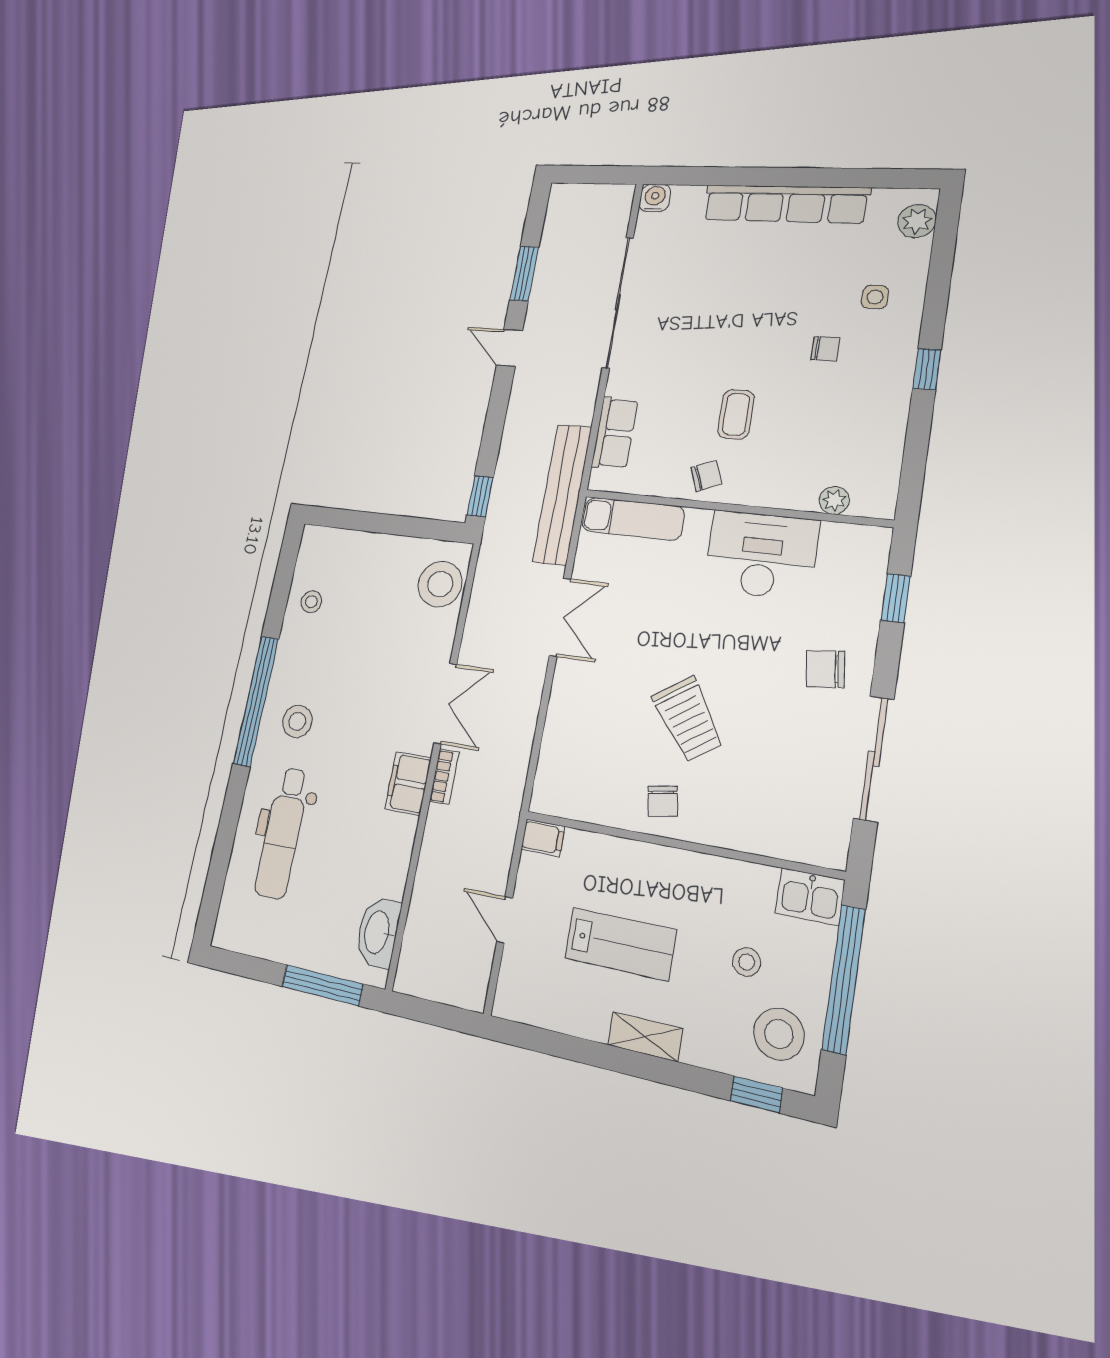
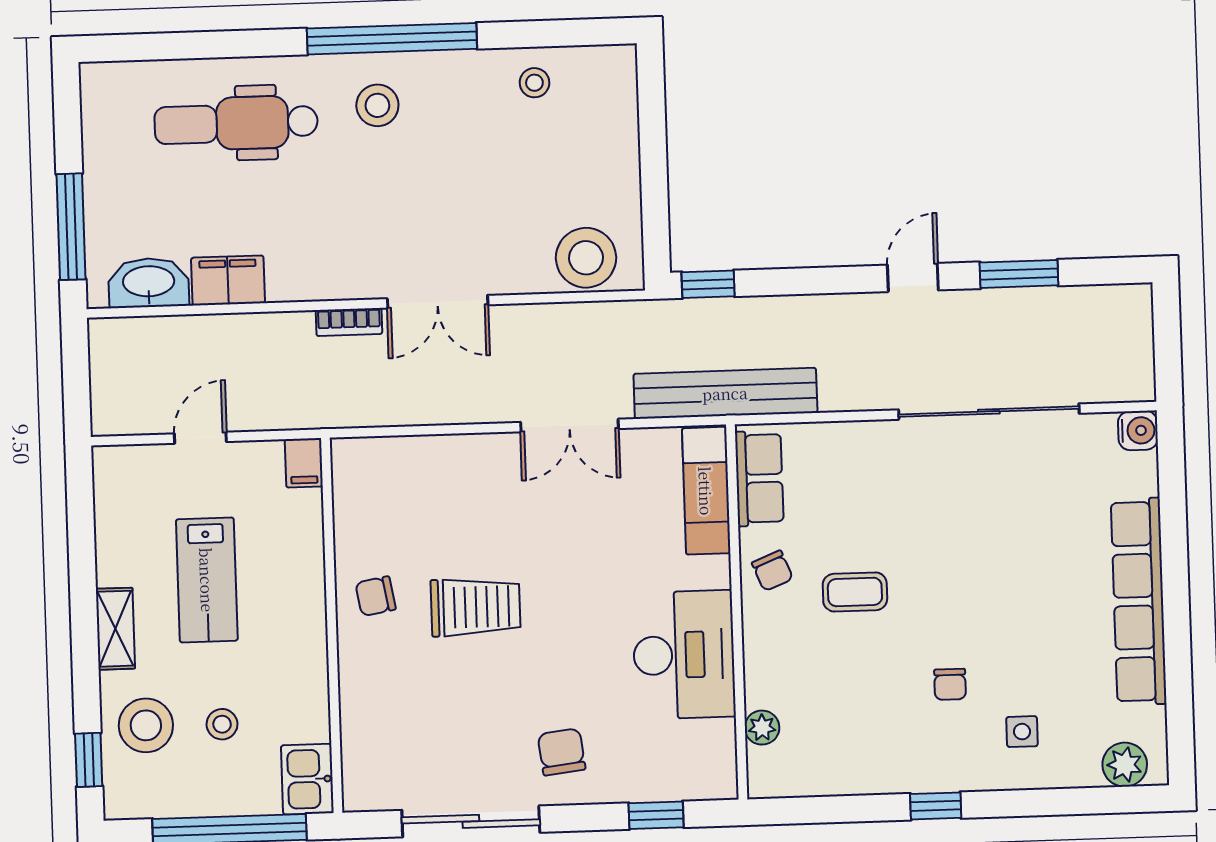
row of seats: (615, 433) -> (759, 478), moved, turned -90
trolley: (688, 719) -> (475, 607), turned -145
filing cabinet: (408, 783) -> (228, 280), moved
stool: (779, 1034) -> (146, 725), moved

